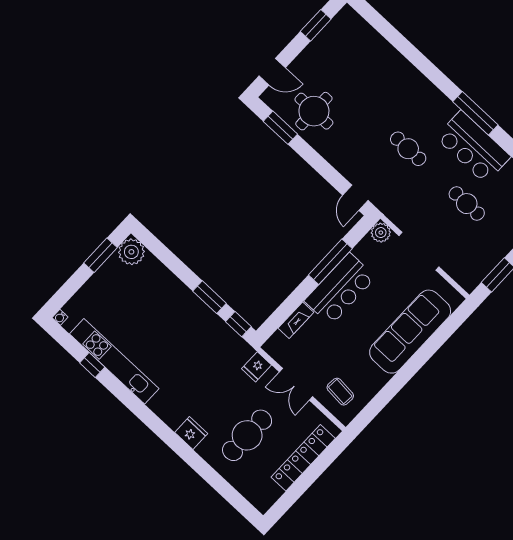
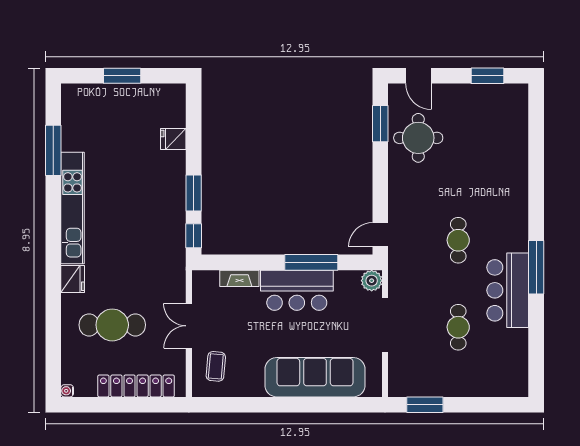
plant: (131, 252) -> (172, 98), removed
window: (101, 255) -> (122, 76), moved
water cooler: (60, 317) -> (67, 391), moved
kitchen unit: (114, 361) -> (72, 208), moved
window: (92, 365) -> (53, 150), width x2.17
fridge: (256, 367) -> (173, 139), moved

